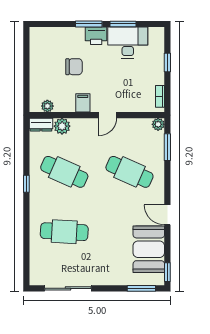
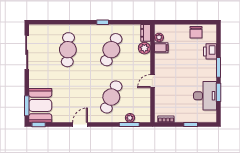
printer: (96, 36) -> (210, 51), moved
chair: (74, 67) -> (196, 32), moved
filing cabinet: (83, 103) -> (161, 48), moved
door: (108, 115) -> (152, 81), hinge flipped
plant: (158, 124) -> (130, 118), moved
booth: (149, 249) -> (40, 105), moved, turned 90

